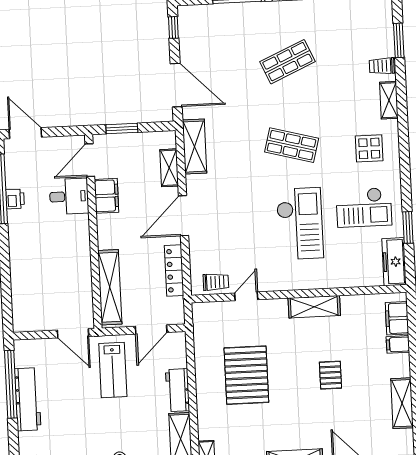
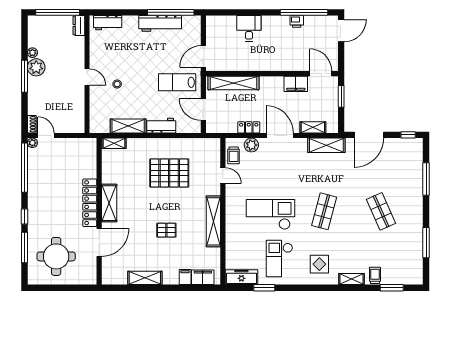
desk: (69, 196) -> (249, 28), moved, turned 180
checkout: (300, 223) -> (271, 214), turned 180
plant: (199, 257) -> (251, 145), added
locker: (174, 271) -> (249, 127), width x0.66
shelving: (314, 307) -> (213, 221), width x1.47

